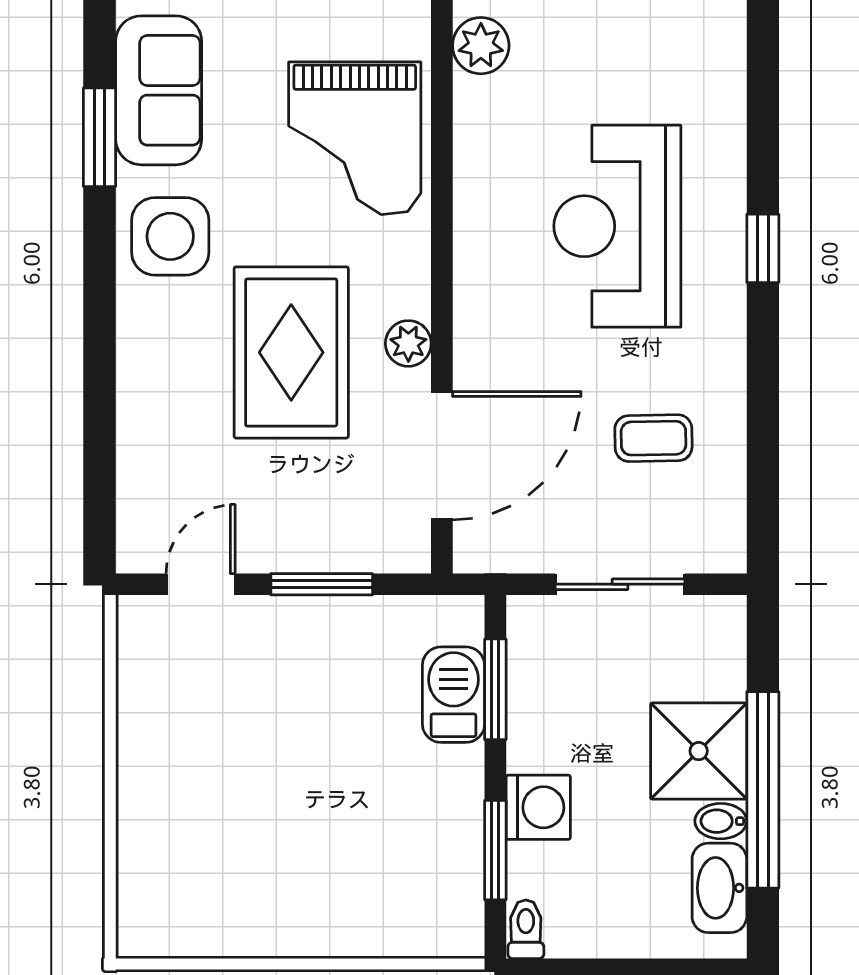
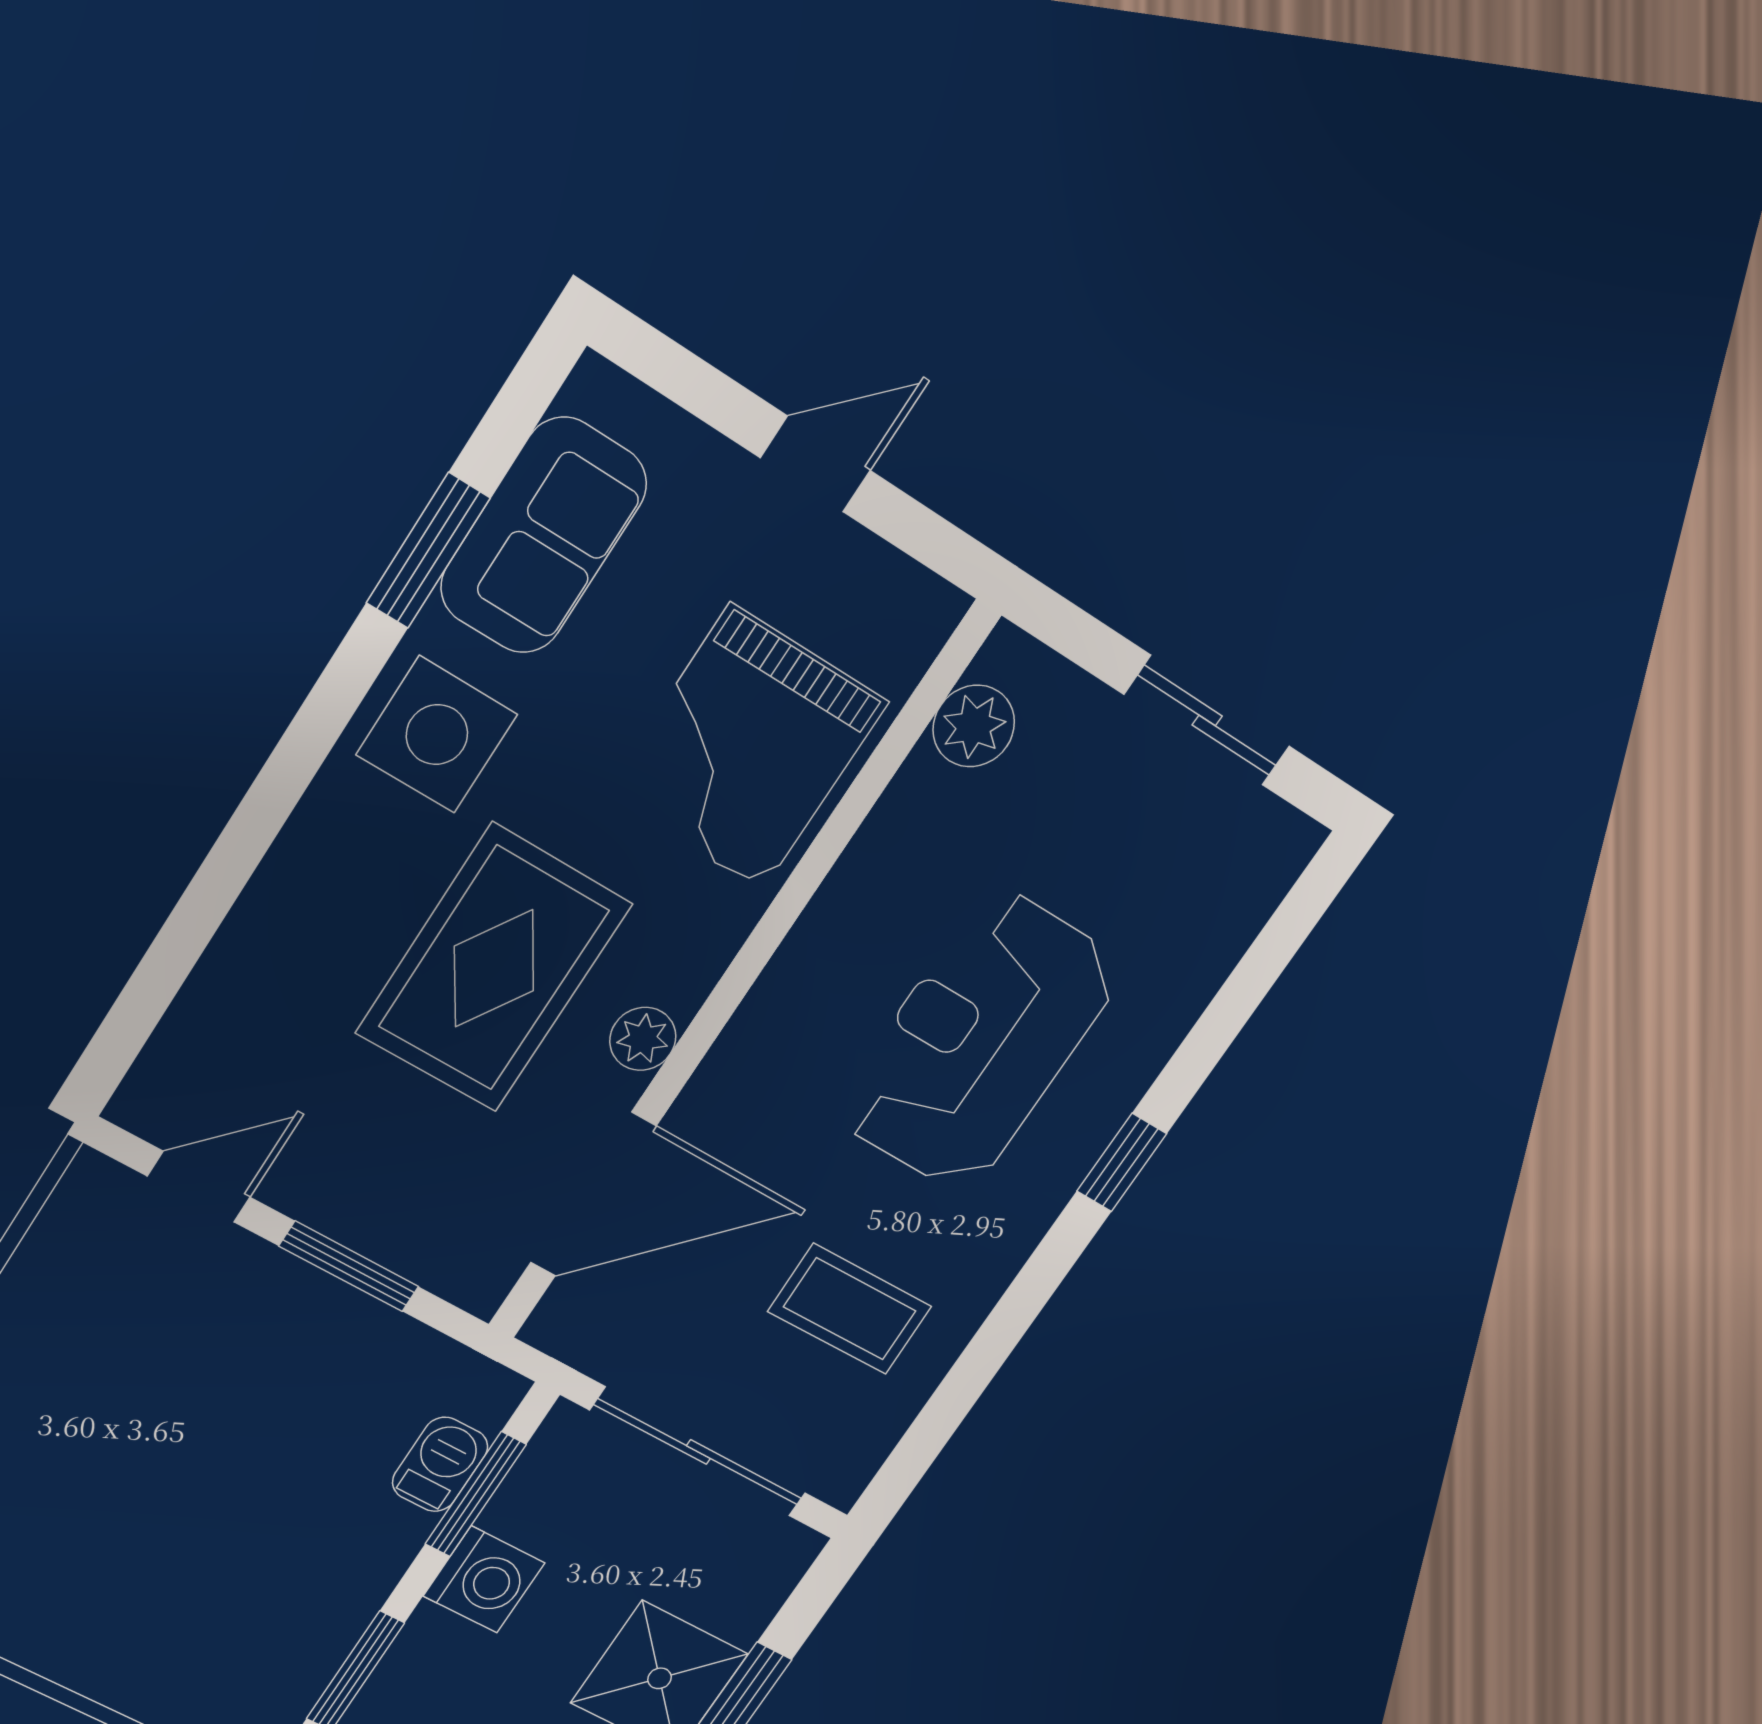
coffee table: (653, 438) -> (850, 1309), width x1.36, depth x1.30
sliding door: (620, 584) -> (698, 1452), width x1.37
barbecue: (453, 695) -> (440, 1464), width x0.73, depth x0.79
washing machine: (538, 807) -> (484, 1580), moved

